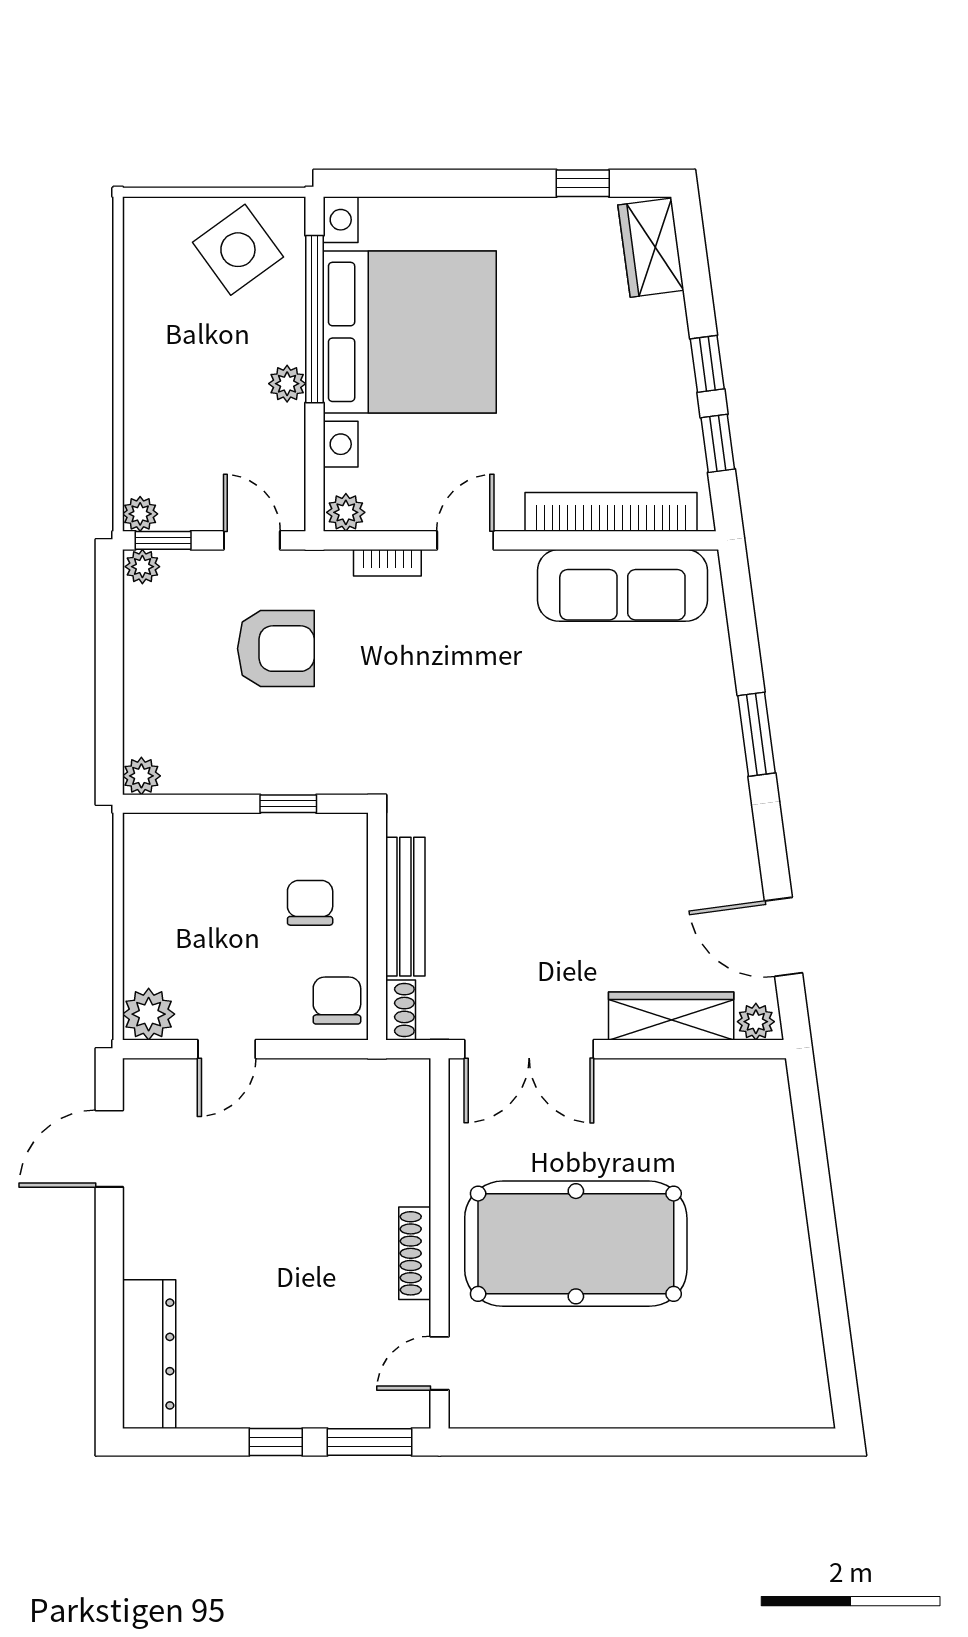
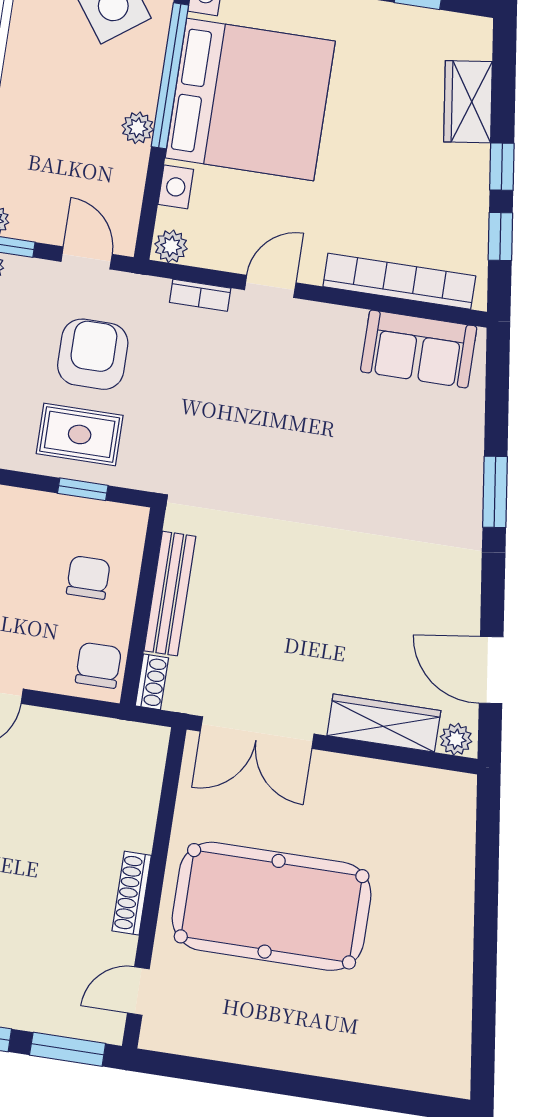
wardrobe: (651, 248) -> (468, 102), moved
sofa: (622, 585) -> (419, 349), width x0.73
armchair: (276, 649) -> (93, 354), turned -90
rug: (275, 742) -> (80, 434), added

